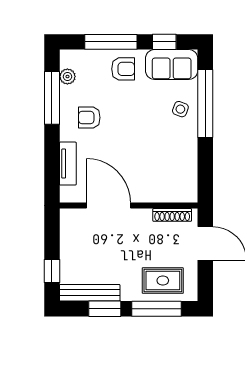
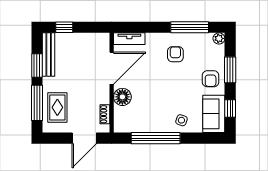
window: (111, 42) -> (230, 70), width x0.69
plant: (67, 77) -> (219, 38), moved
window: (205, 103) -> (156, 138), moved
tv unit: (68, 164) -> (129, 39), moved
floor lamp: (148, 191) -> (122, 97), added
shoe rack: (172, 215) -> (105, 114), width x0.70

